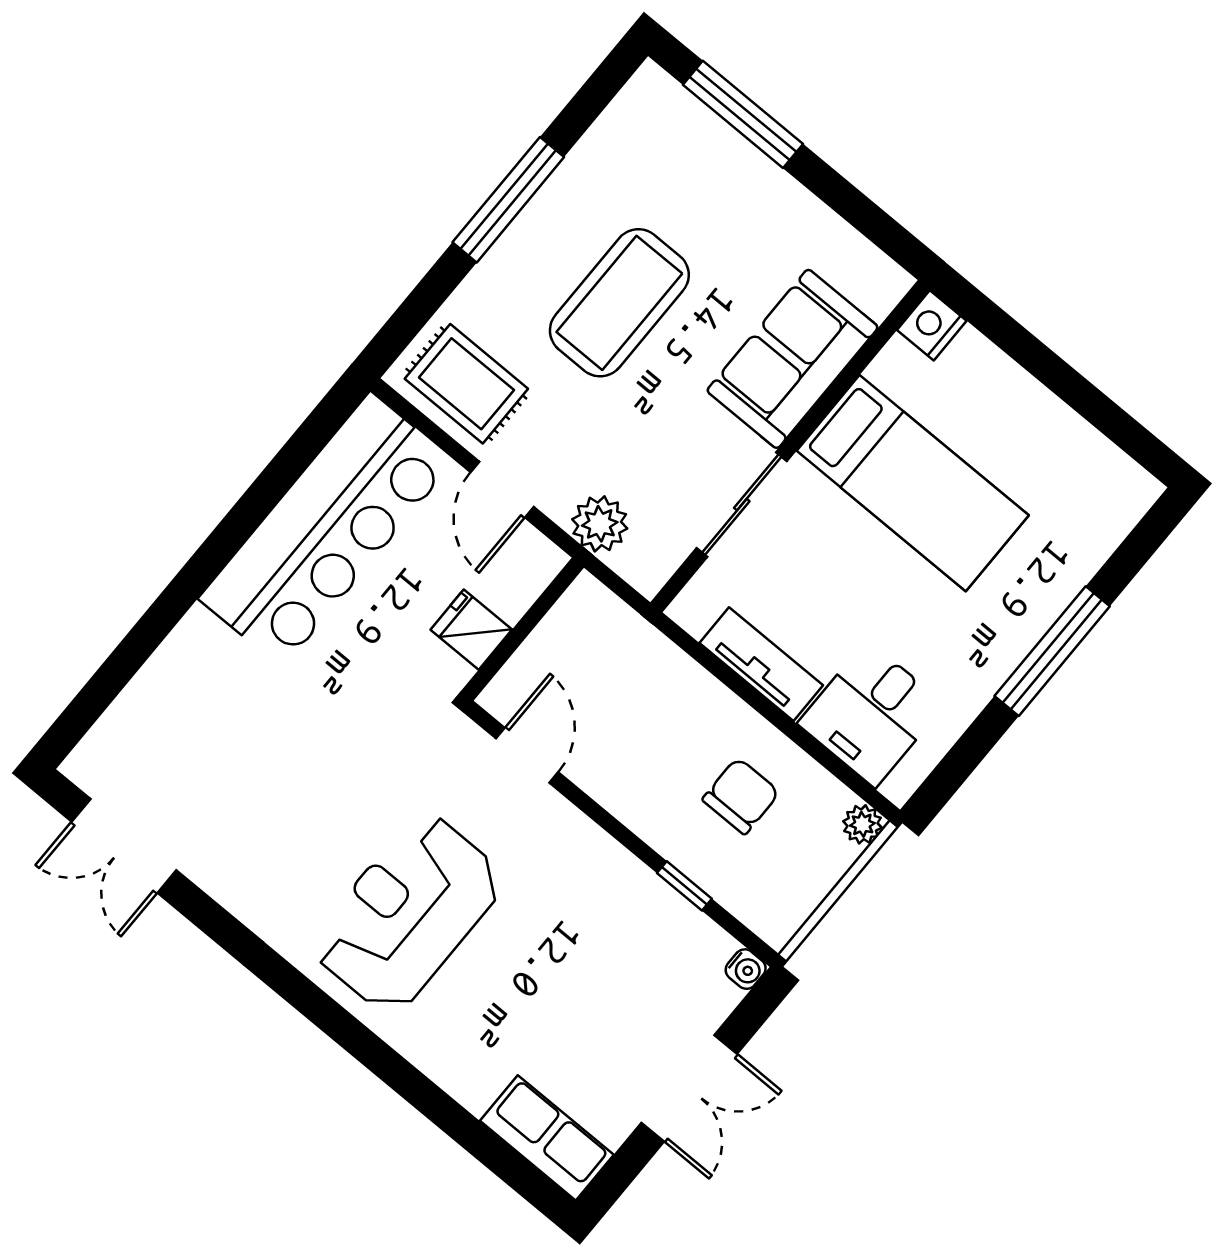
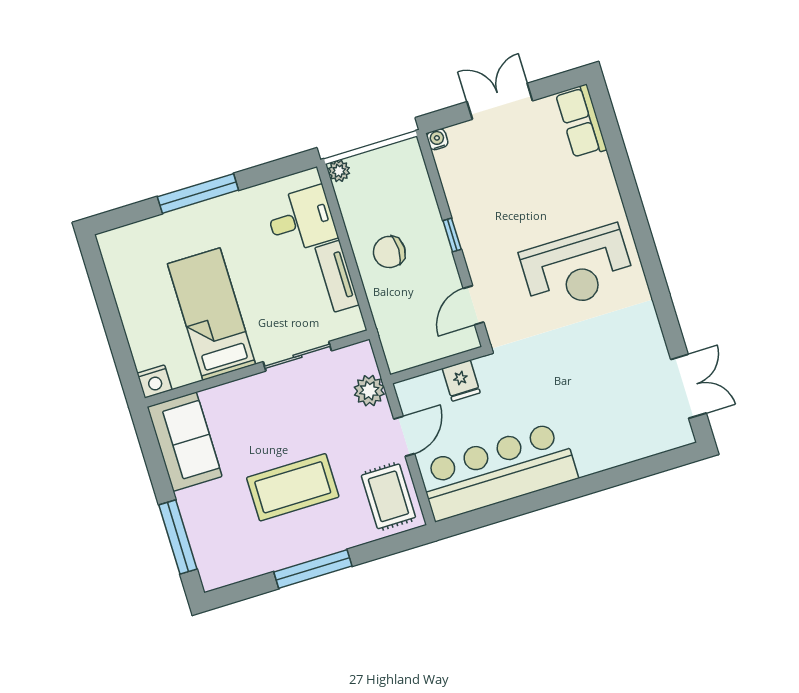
sofa: (793, 359) -> (185, 442), moved, turned -90
chair: (741, 796) -> (389, 252), moved
window: (684, 886) -> (452, 235), moved

